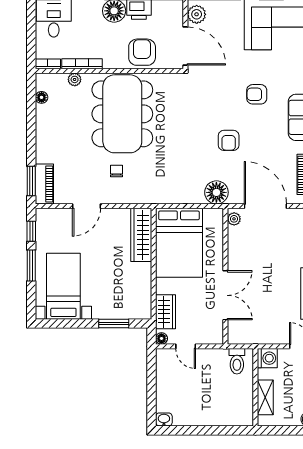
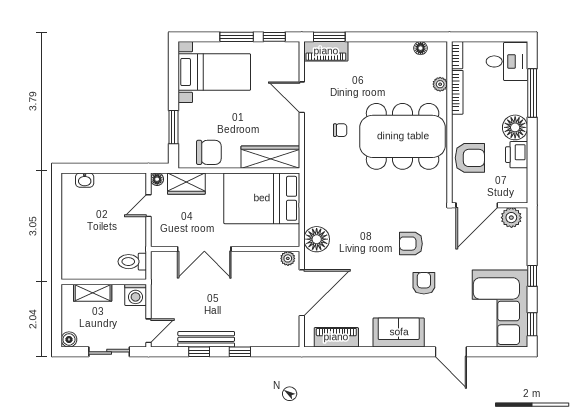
armchair: (229, 140) -> (411, 244), moved
chair: (137, 291) -> (209, 152), added
washbasin: (164, 419) -> (85, 180), moved, turned 90

